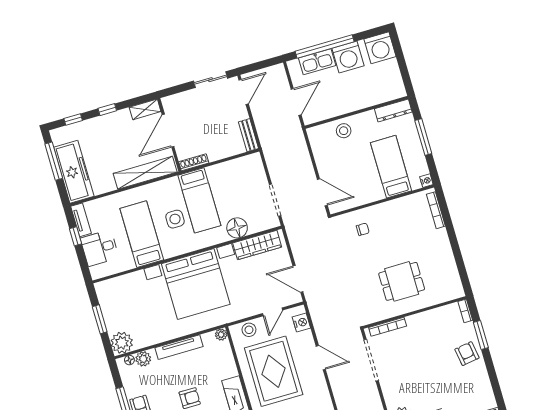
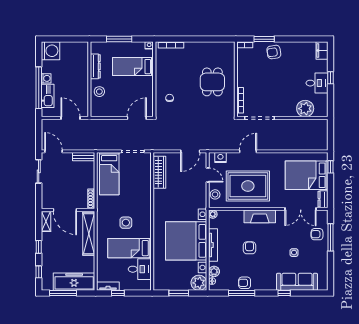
washing machine: (348, 57) -> (46, 78), width x0.53, depth x0.53
dresser: (393, 110) -> (95, 66), moved
bed: (199, 200) -> (109, 174), moved, turned 90
floor lamp: (237, 228) -> (144, 182), removed
desk: (100, 248) -> (140, 269), moved, turned -90
bed with nightstands: (196, 284) -> (186, 241), moved, turned 180

